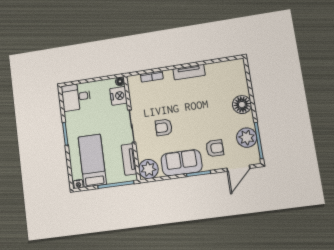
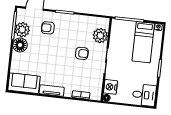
floor lamp: (242, 105) -> (20, 45), moved
tv unit: (129, 159) -> (115, 36), removed
sofa: (182, 163) -> (24, 83), moved, turned 180
plant: (148, 169) -> (100, 36), moved

